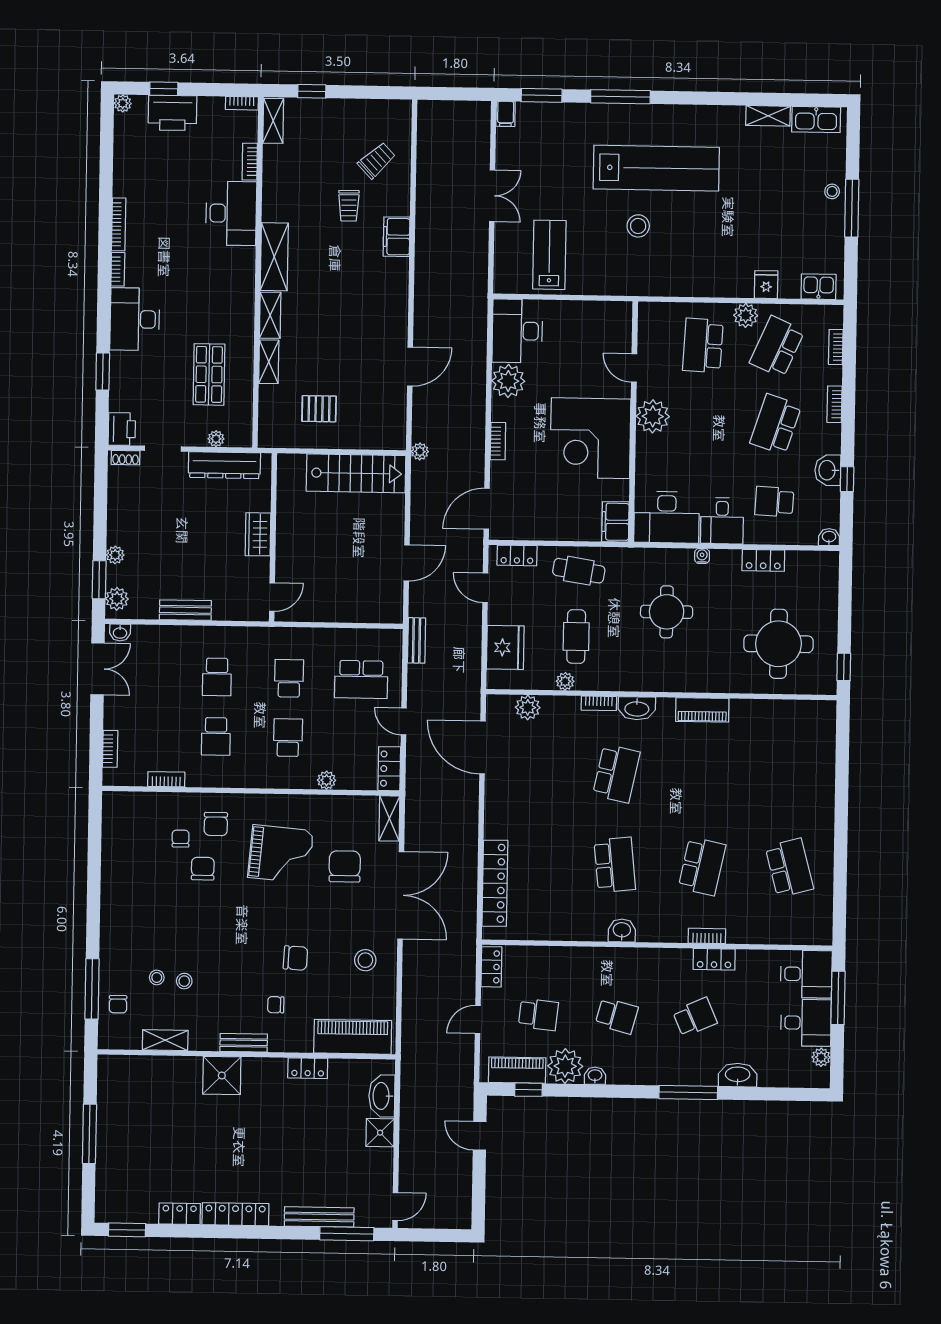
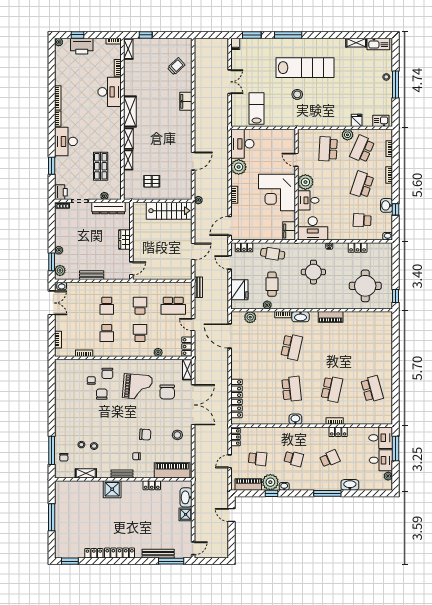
trolley: (349, 206) -> (164, 87), removed
desk: (722, 521) -> (308, 200), moved, turned 90
chair: (345, 866) -> (167, 392), turned 180
window: (529, 1090) -> (271, 493), moved

